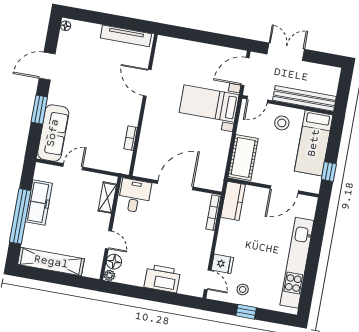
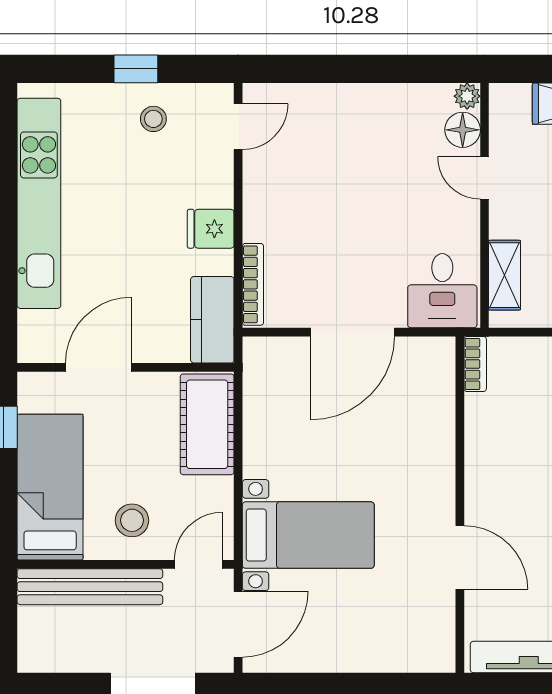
bookcase: (131, 138) -> (475, 364), moved
fridge: (222, 264) -> (211, 229), moved
printer: (162, 279) -> (344, 111), removed
door: (208, 280) -> (238, 127), swing flipped

